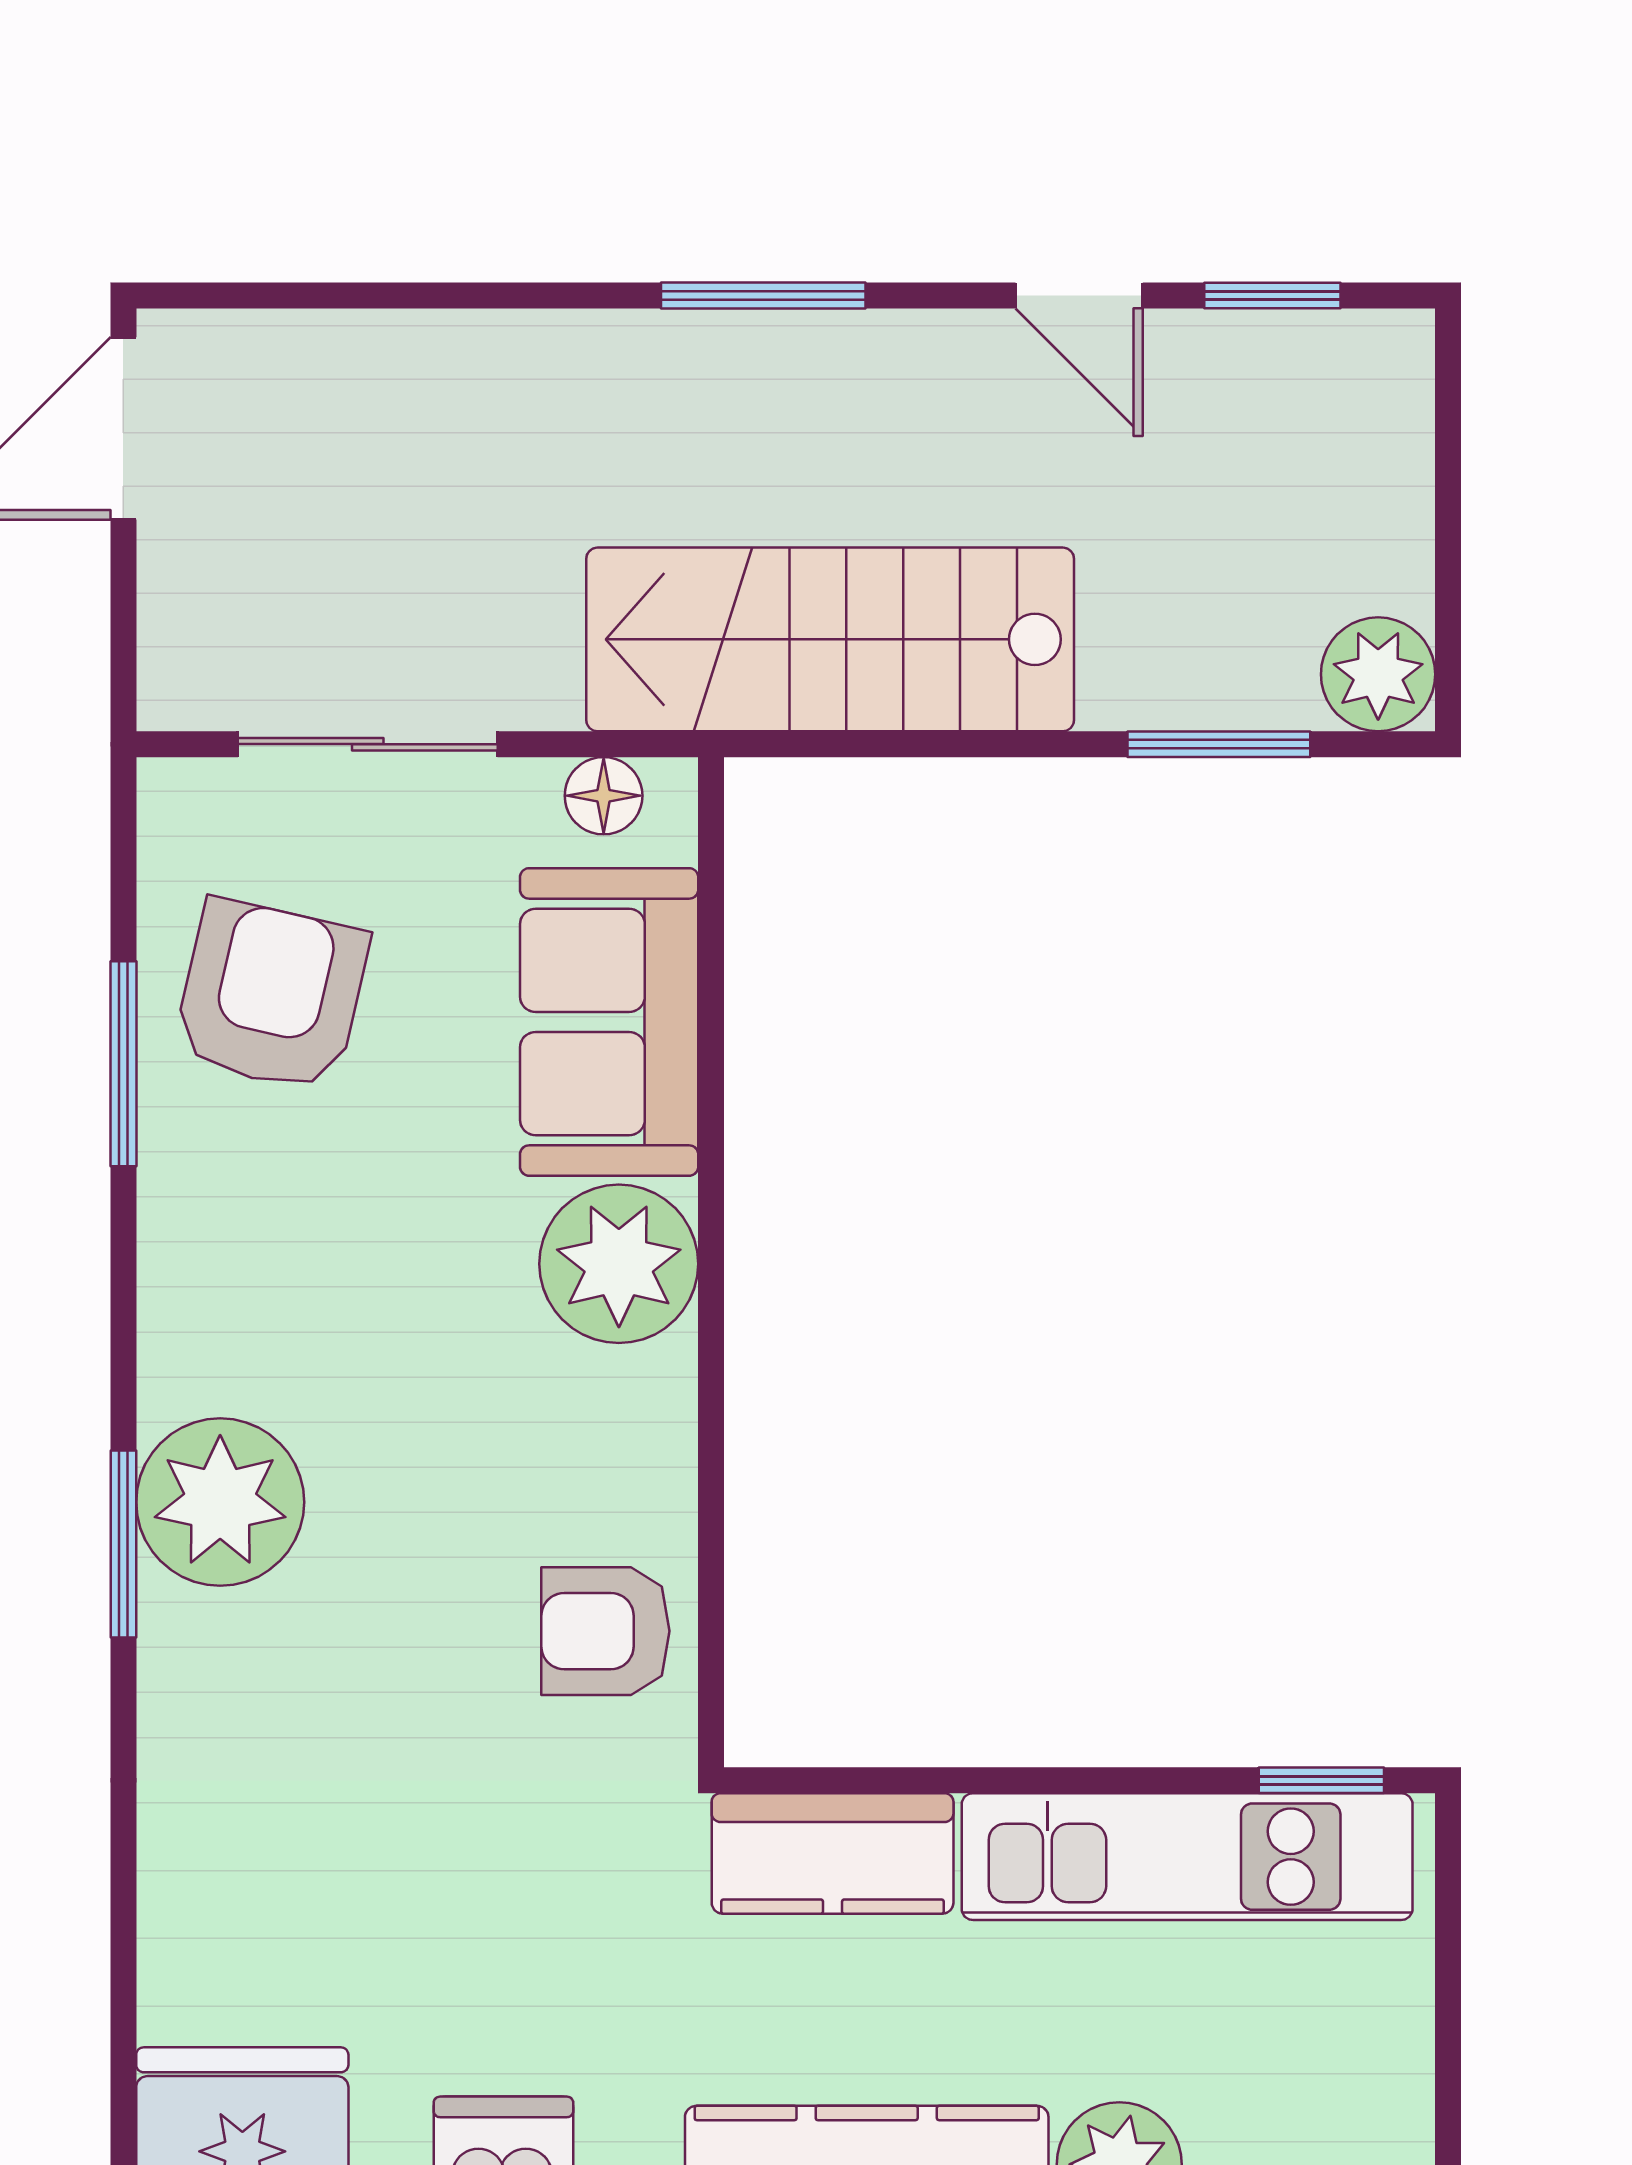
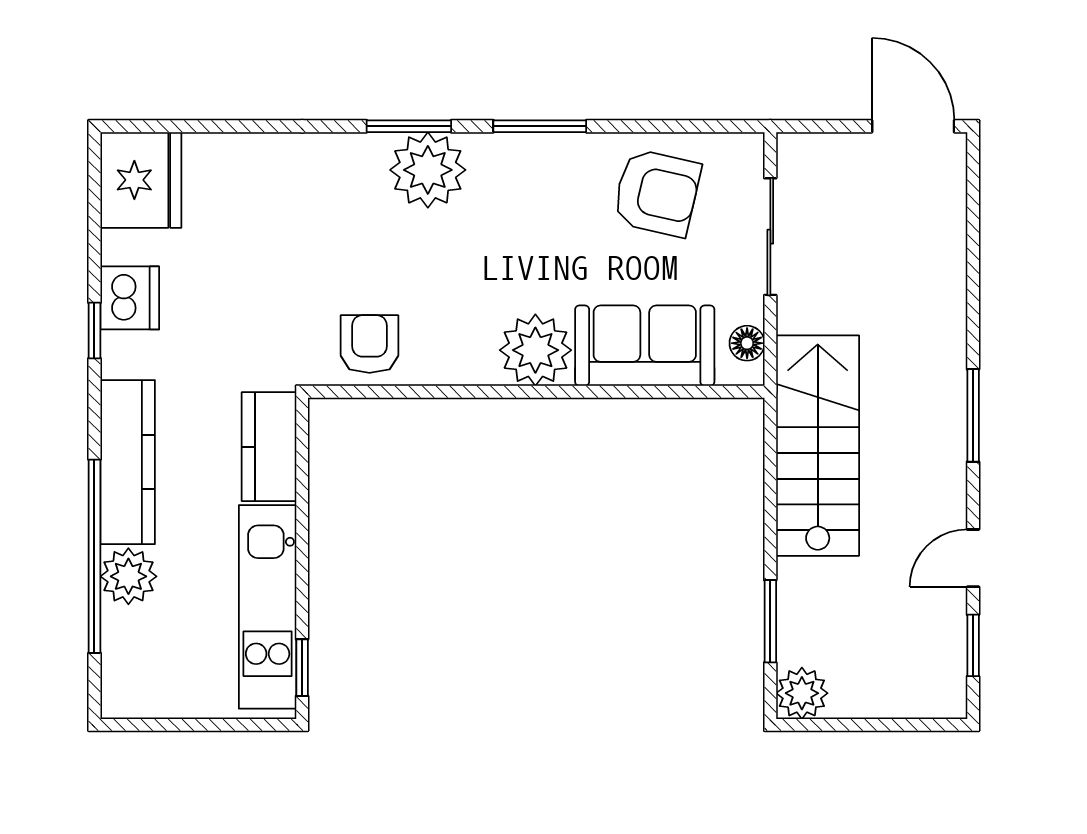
window: (123, 1064) -> (540, 126), moved

